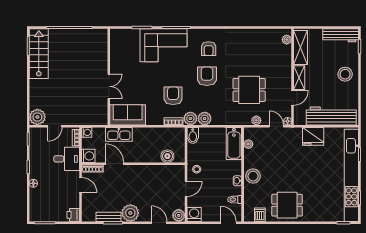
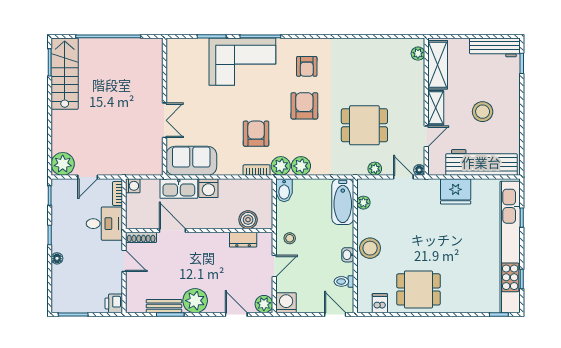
stool: (345, 74) -> (483, 112), moved
washing machine: (88, 156) -> (208, 188), moved, turned 90
dresser: (164, 170) -> (243, 240), added

